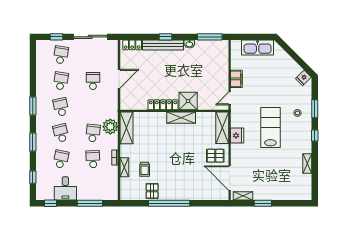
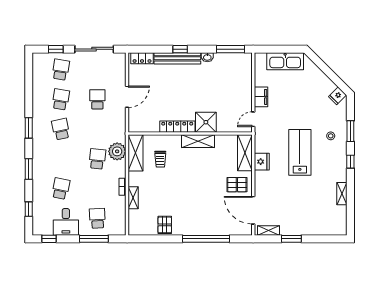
school desk: (61, 133) -> (61, 159), removed
school desk: (93, 159) -> (97, 218), moved
trolley: (145, 169) -> (160, 159), moved
window: (169, 203) -> (206, 239), moved

